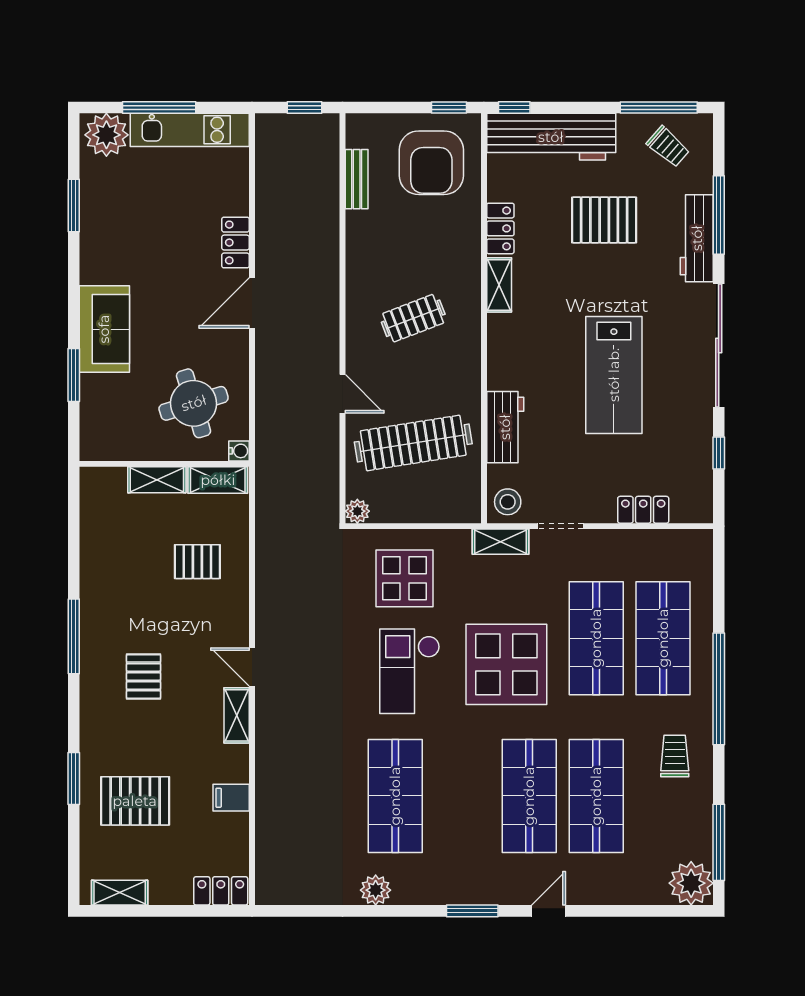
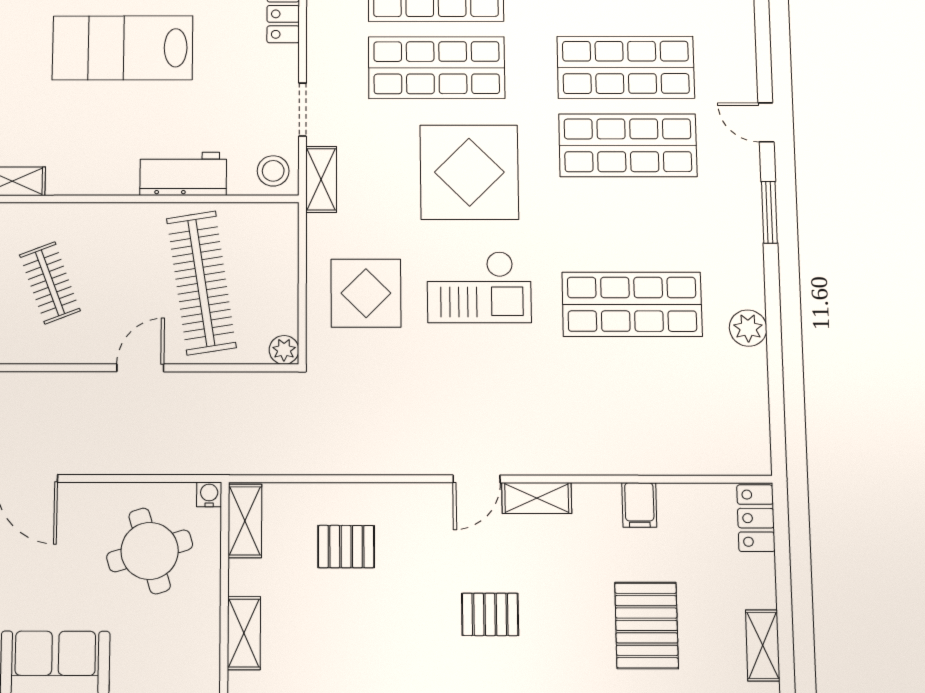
lab bench: (614, 375) -> (123, 48), turned 180
shelving: (157, 480) -> (244, 633), moved
pallet: (197, 562) -> (346, 547), turned 90

